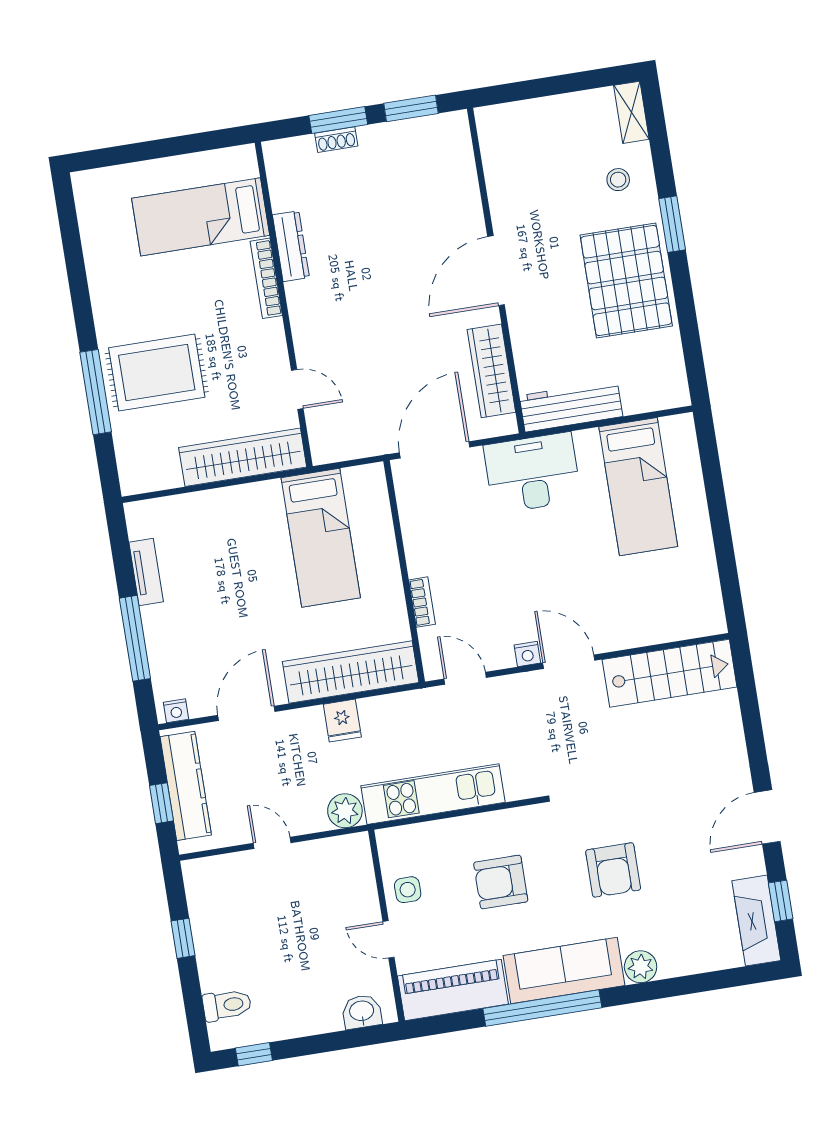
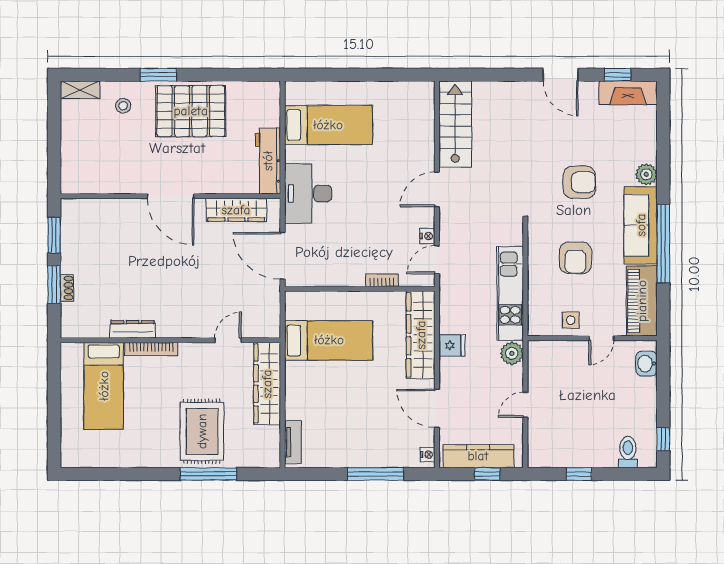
tv unit: (146, 572) -> (293, 442), moved, turned 90
nightstand: (527, 654) -> (427, 236), moved

